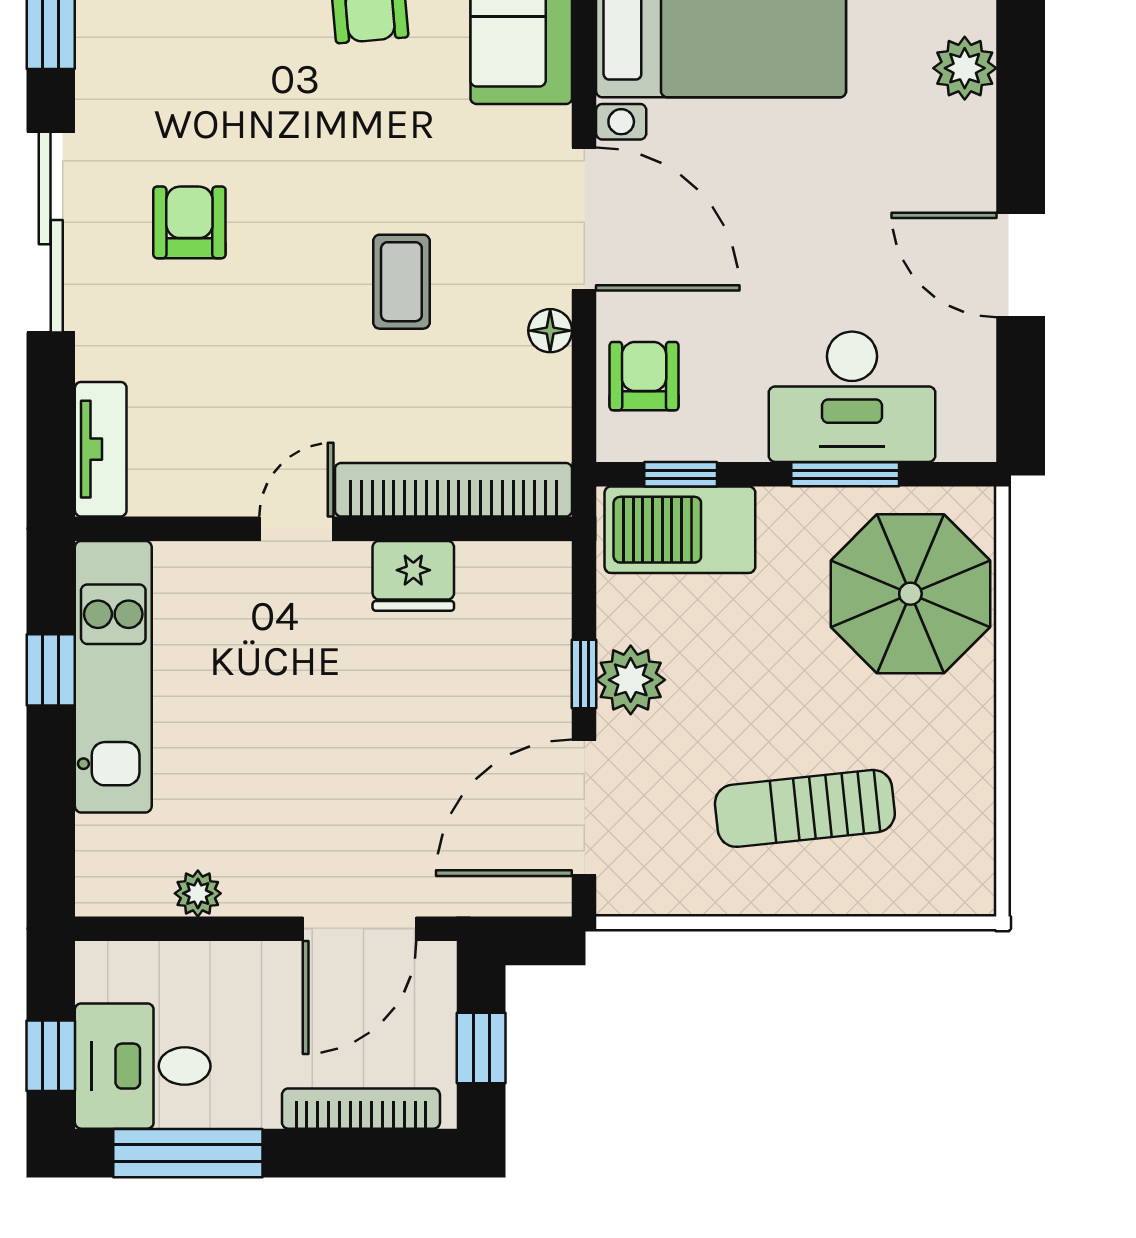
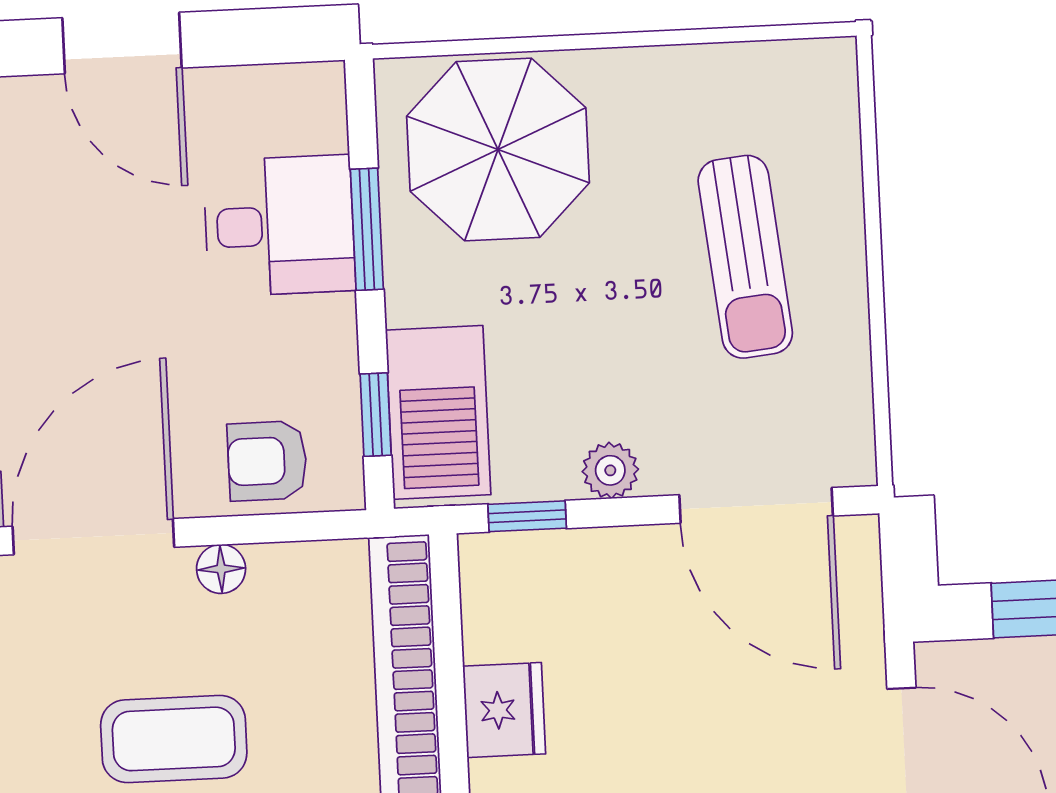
door: (1021, 265) -> (122, 43), hinge flipped
coffee table: (401, 282) -> (174, 739), width x1.36, depth x1.30
desk: (852, 397) -> (279, 226), width x0.73
window: (584, 674) -> (527, 516), moved
plant: (631, 680) -> (610, 470), width x0.73, depth x0.73

